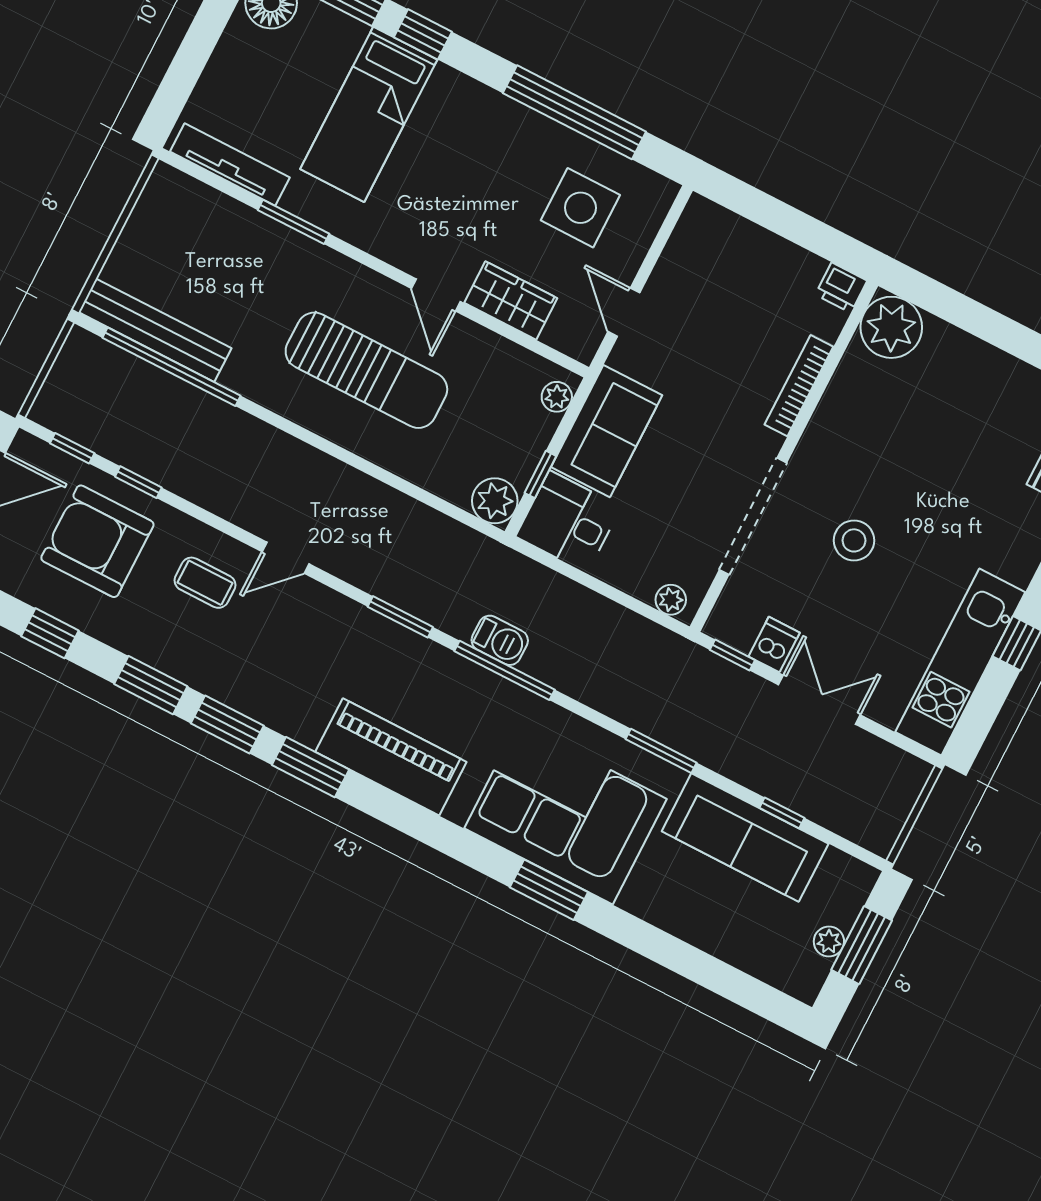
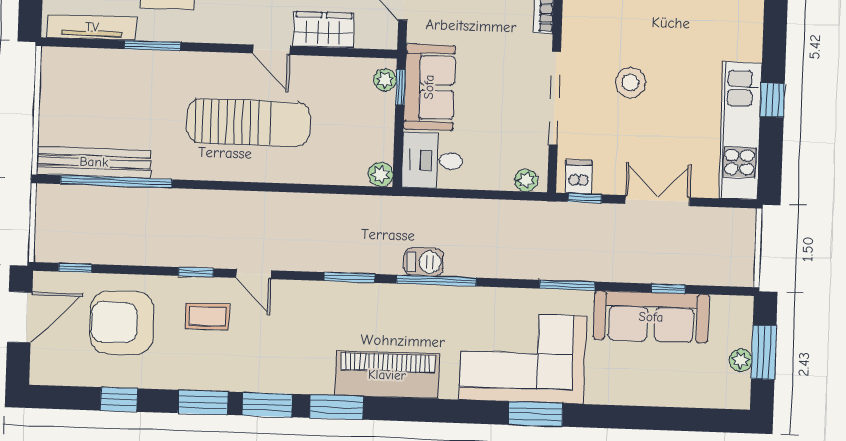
window: (540, 474) -> (400, 87), moved
window: (138, 482) -> (196, 272), moved
plant: (495, 501) -> (381, 174), width x0.73, depth x0.73
door: (286, 558) -> (254, 274), hinge flipped
dishwasher: (774, 645) -> (579, 177), moved

